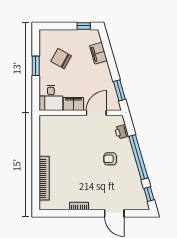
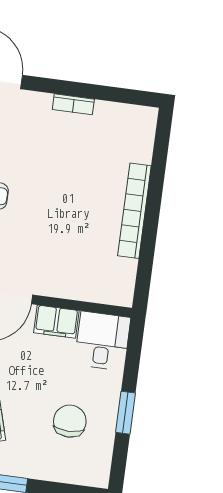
chair: (61, 59) -> (70, 421), turned -119
bookcase: (44, 178) -> (134, 211), moved

